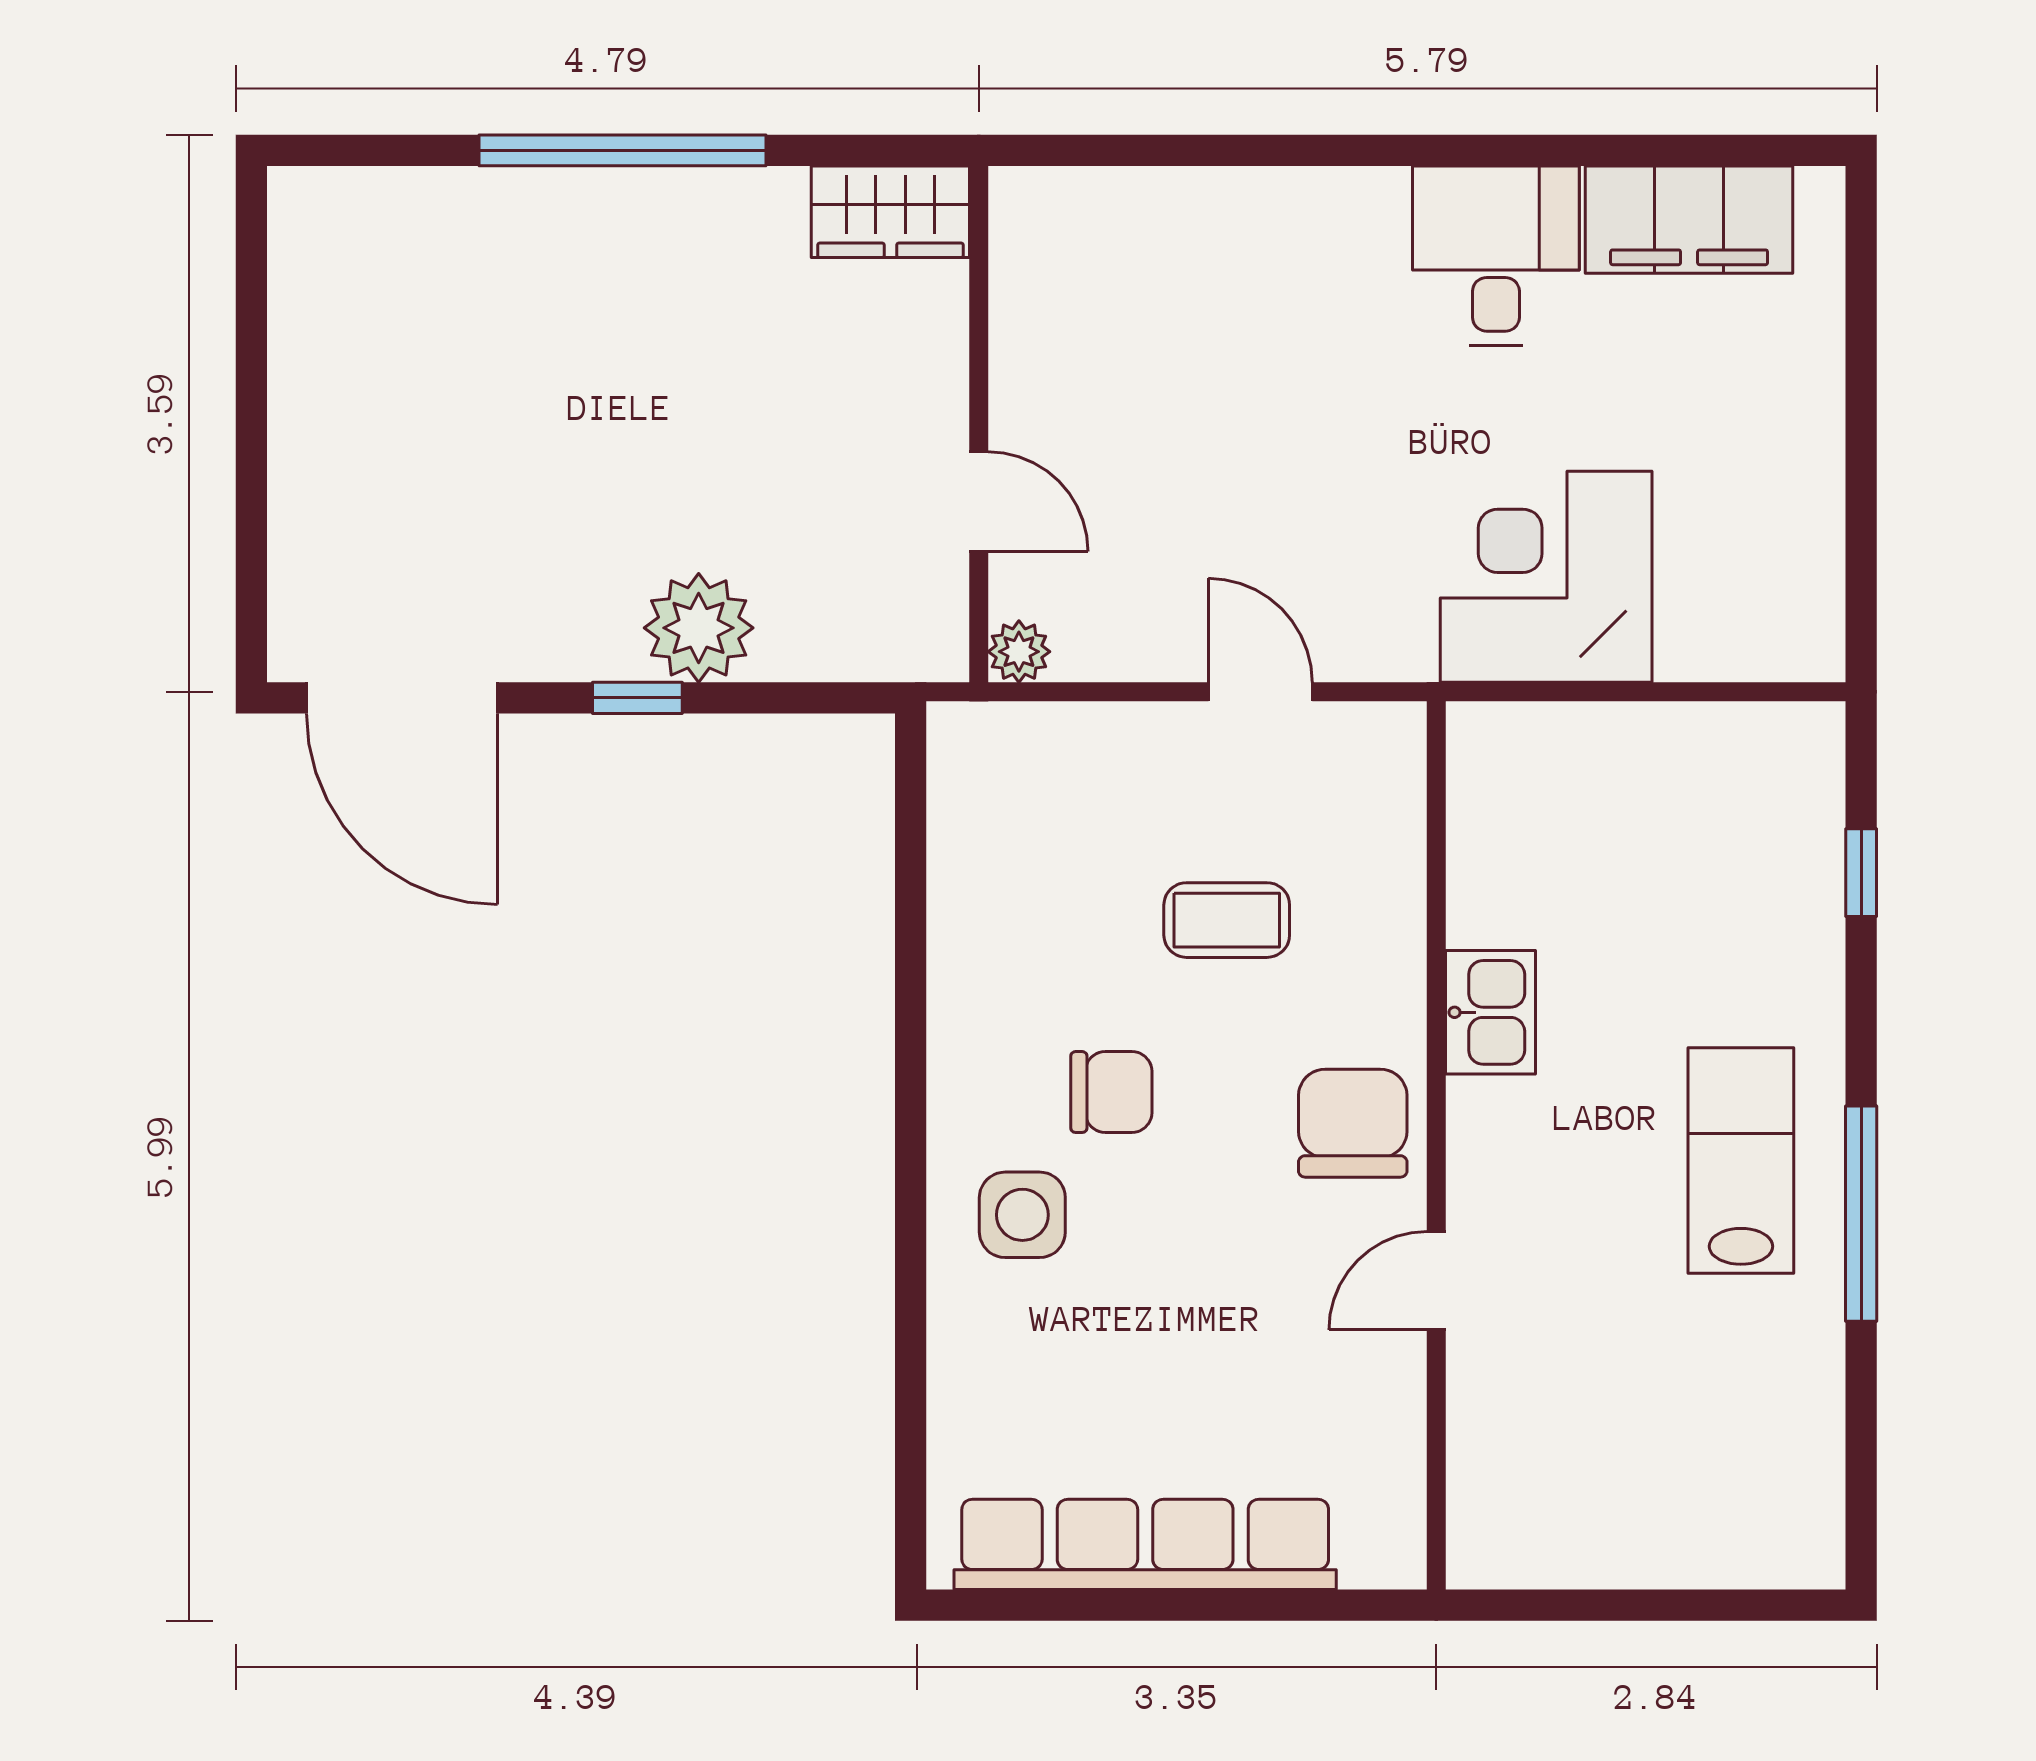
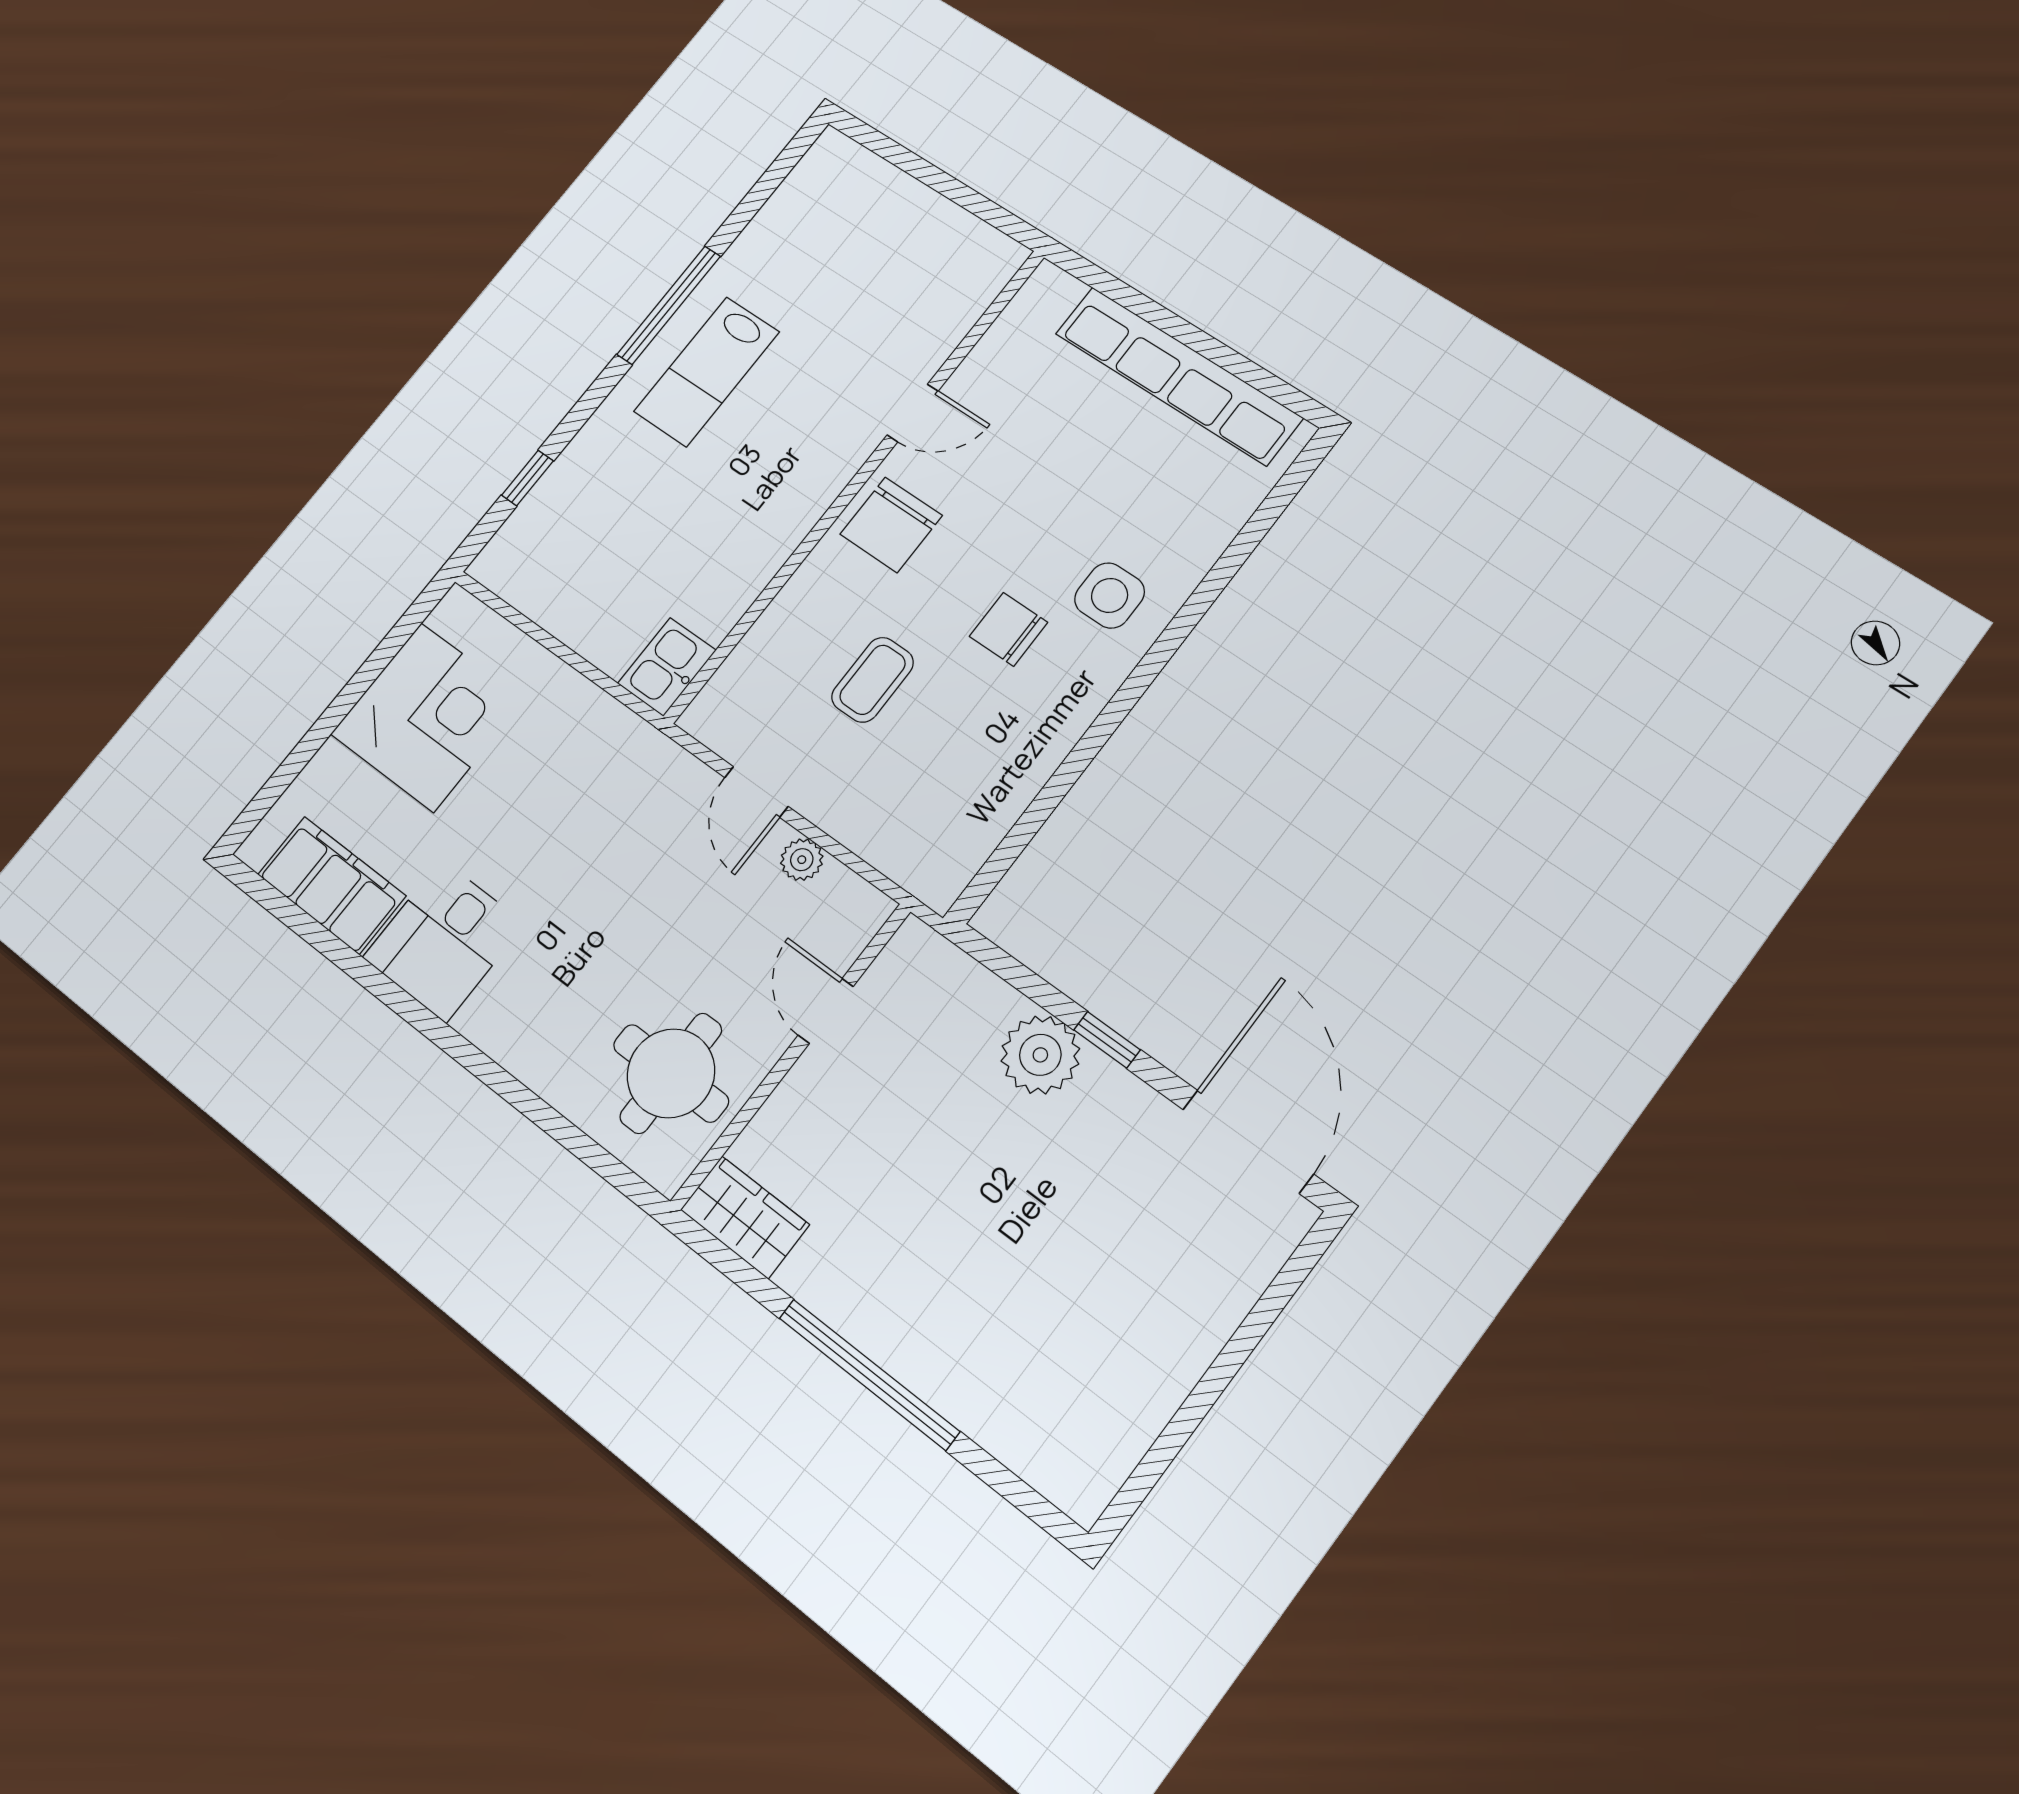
round table: (1102, 304) -> (671, 1073), added
corner desk: (1546, 577) -> (427, 717), moved, turned -90
plant: (1019, 652) -> (802, 860), moved
coffee table: (1227, 920) -> (873, 680), turned 90
kitchen sink: (1490, 1012) -> (667, 667), moved

